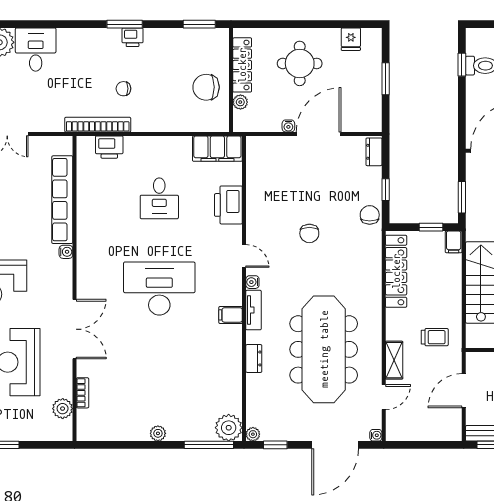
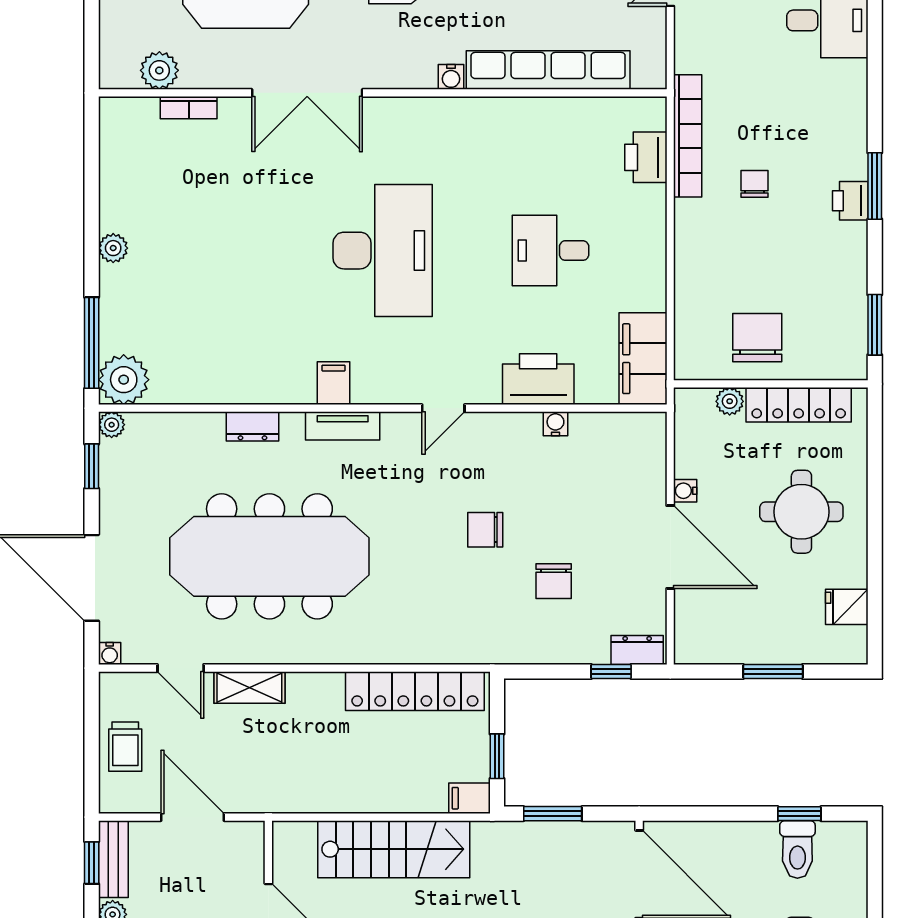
window: (386, 190) -> (611, 672), moved
chair: (370, 215) -> (554, 581), moved, turned 90
water cooler: (252, 282) -> (555, 424), moved
trolley: (435, 337) -> (125, 747), moved

